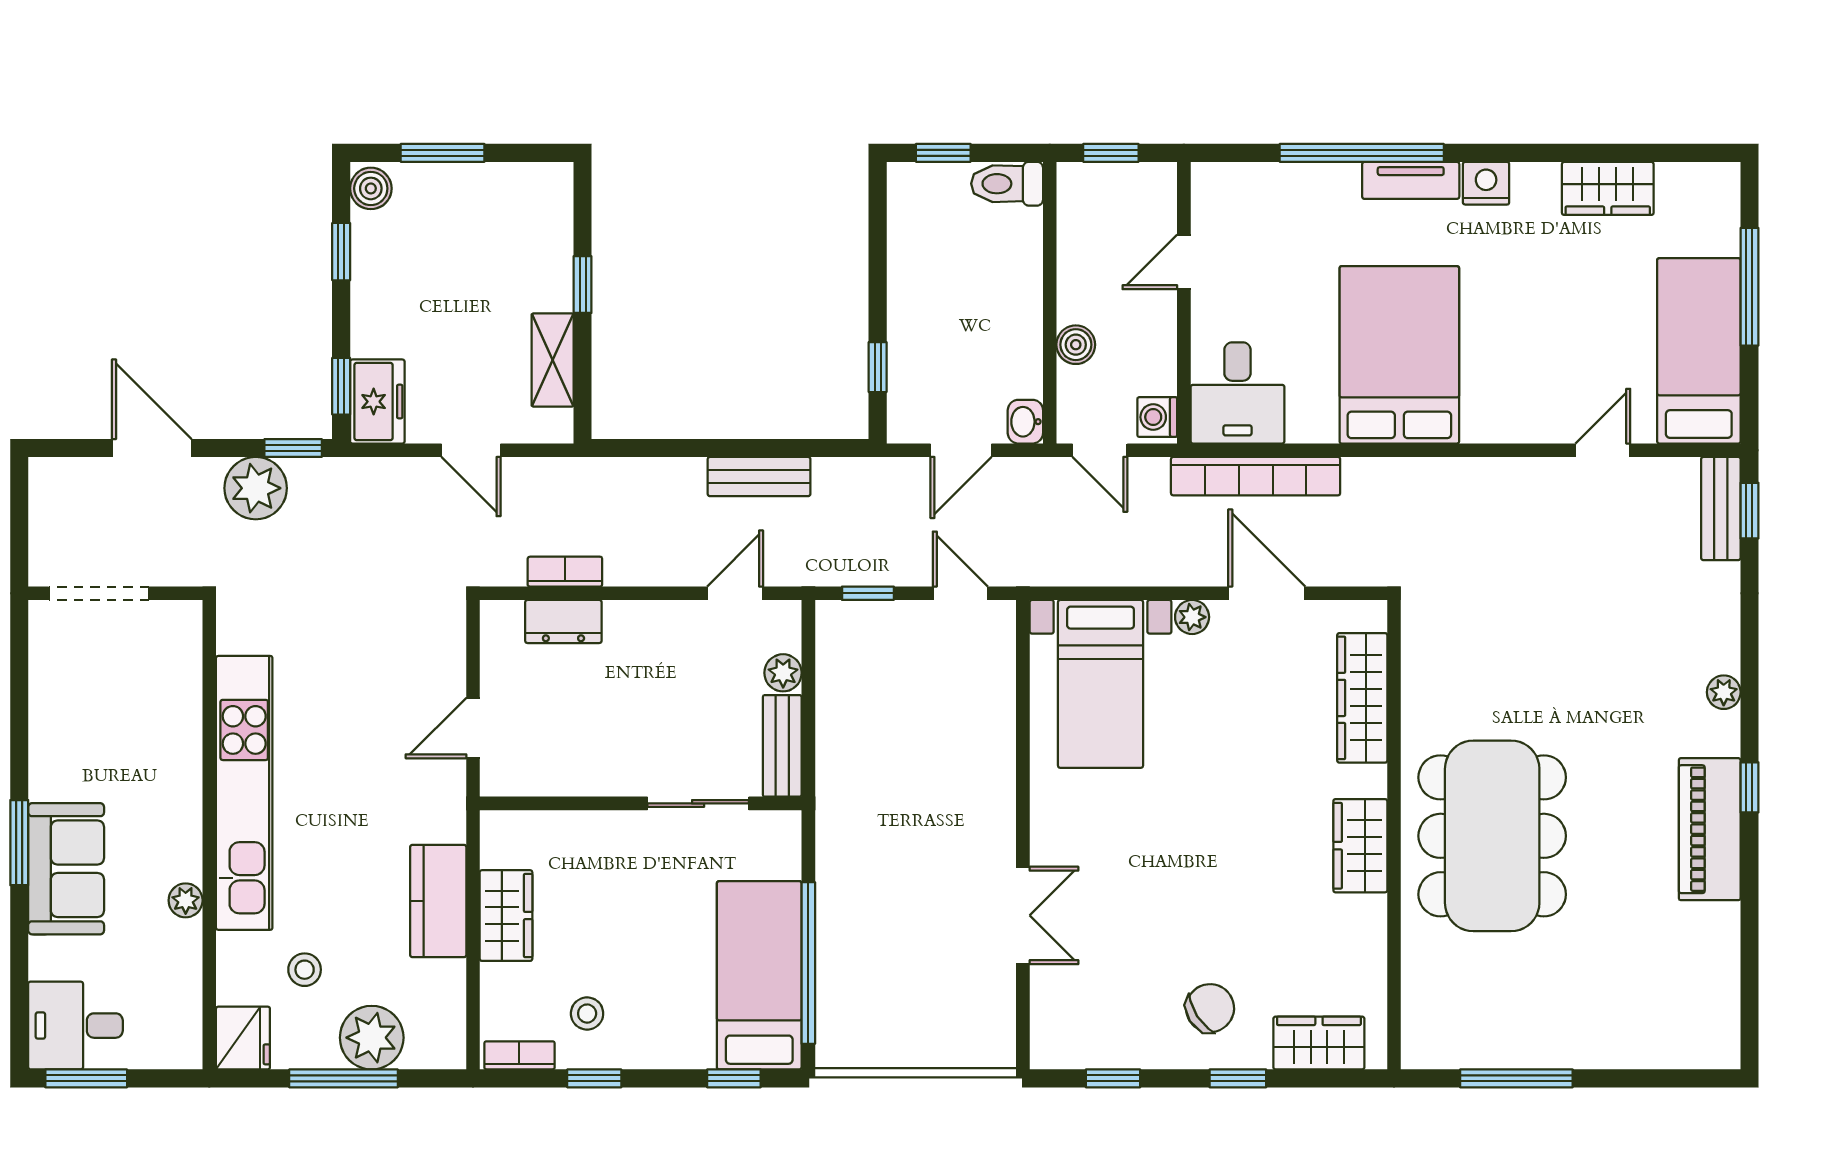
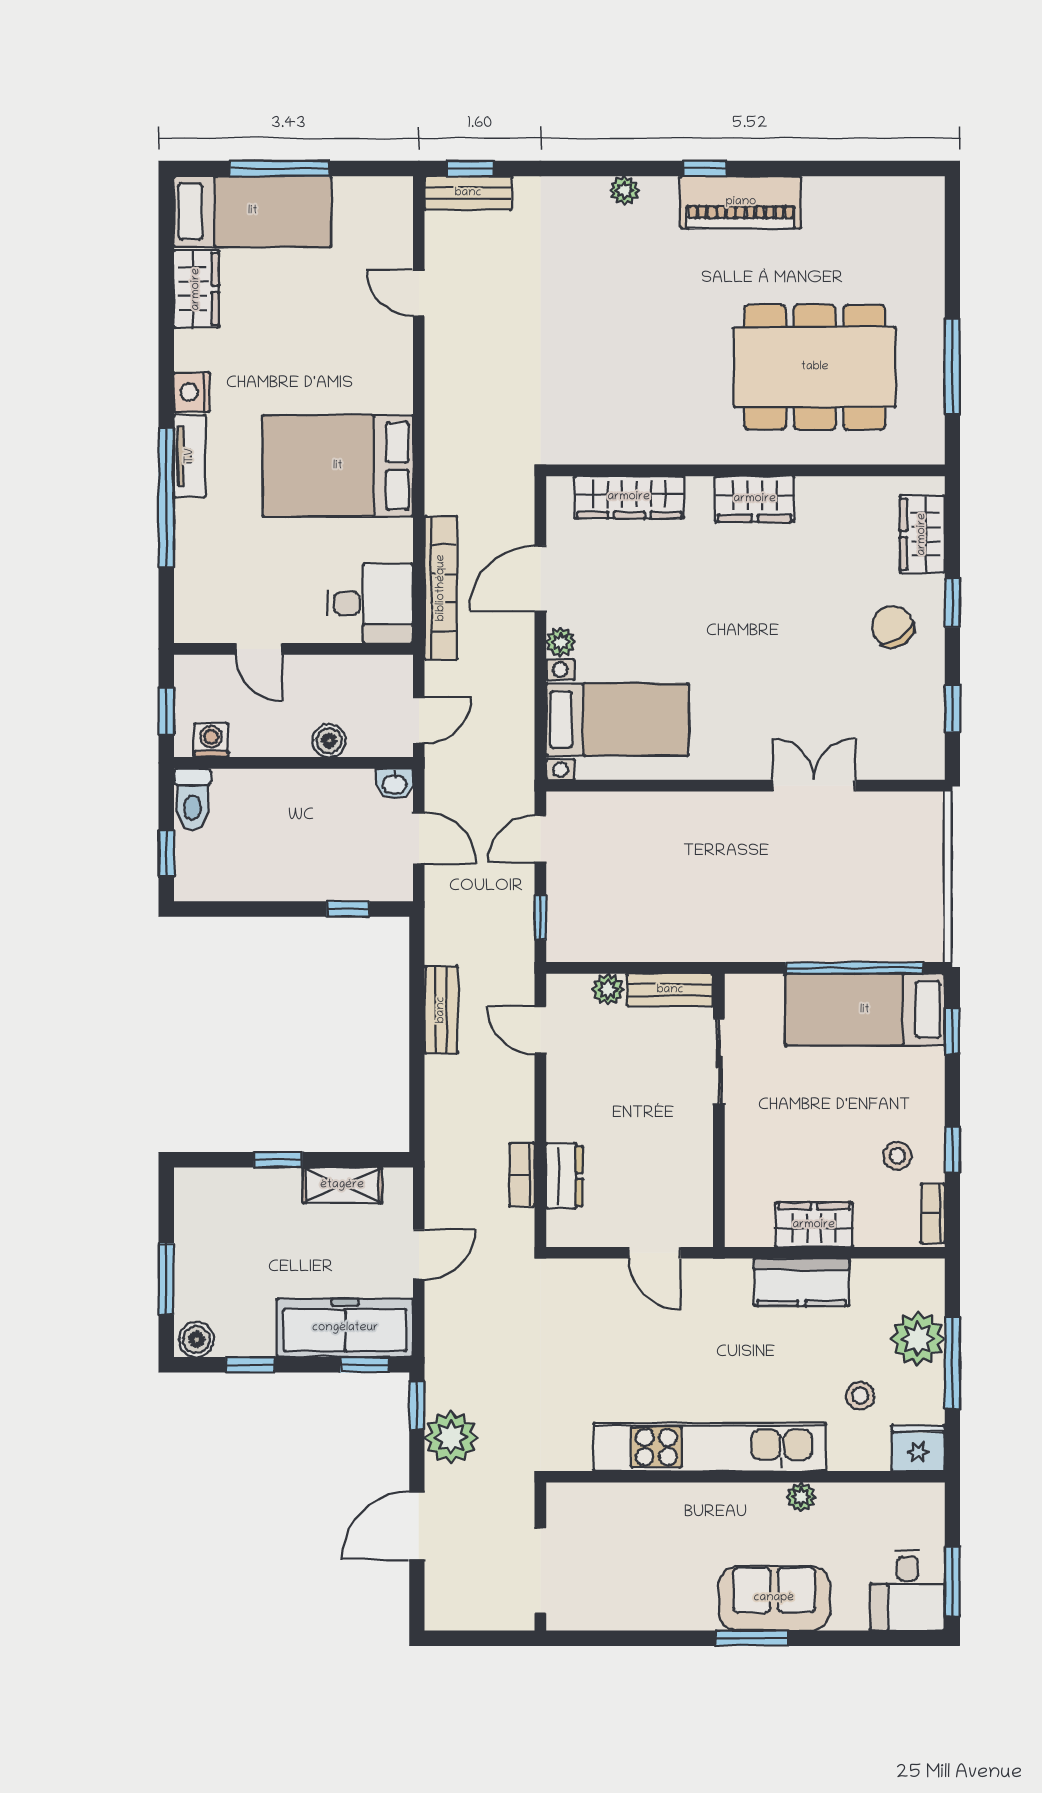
bed: (1699, 351) -> (253, 211), moved, turned 180
freezer: (377, 402) -> (345, 1328), width x1.91, depth x1.26
washing machine: (1157, 417) -> (211, 740), moved, turned 180
dining table: (1492, 836) -> (815, 367), moved

